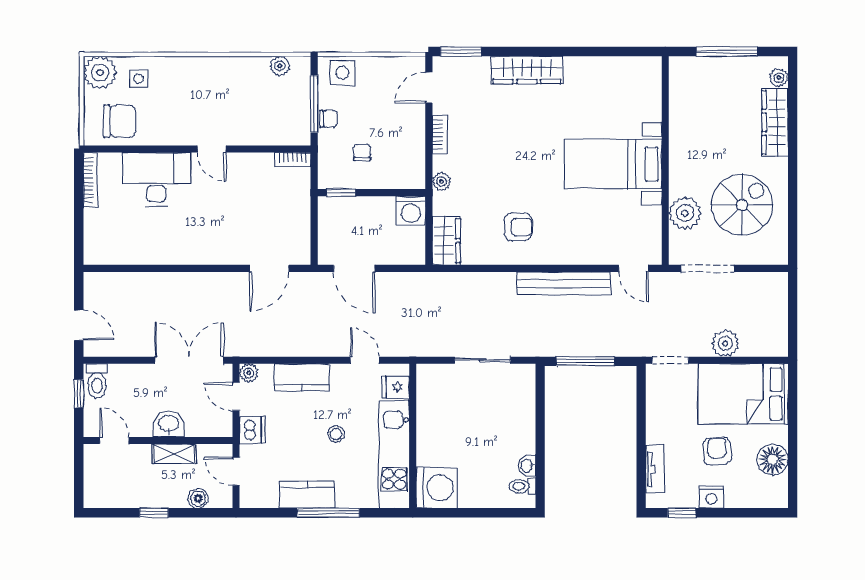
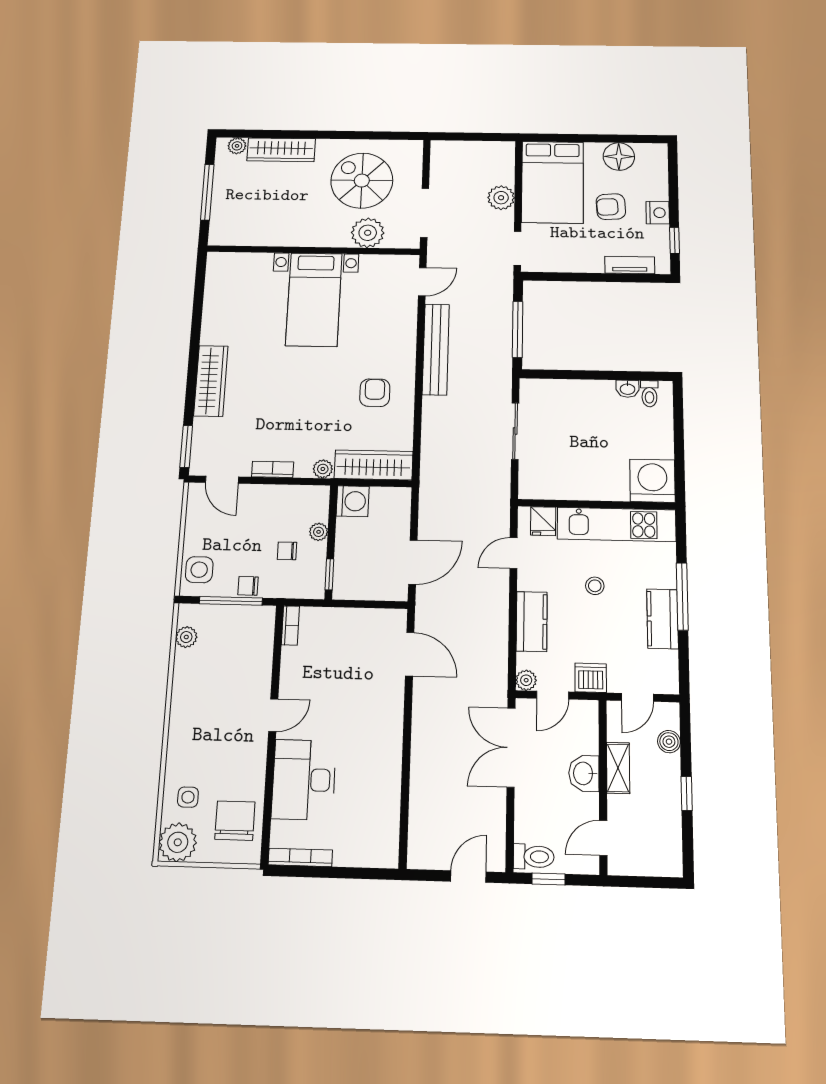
chair: (328, 119) -> (248, 586), turned -90
plant: (381, 181) -> (319, 532), added
wardrobe: (446, 241) -> (374, 465), width x1.50

